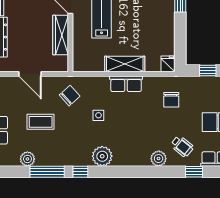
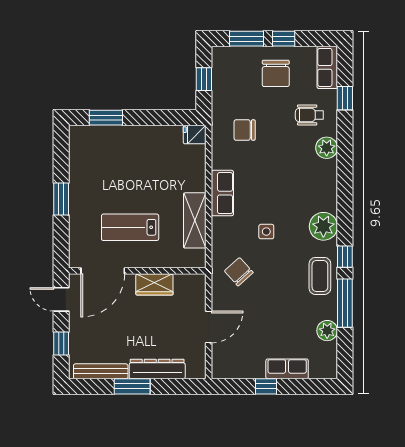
wardrobe: (61, 35) -> (154, 284), width x0.67
shelving: (125, 64) -> (195, 220), moved
chair: (171, 100) -> (245, 130), turned 180
coffee table: (41, 122) -> (320, 276), moved
wheelchair: (182, 146) -> (309, 115), turned -129

